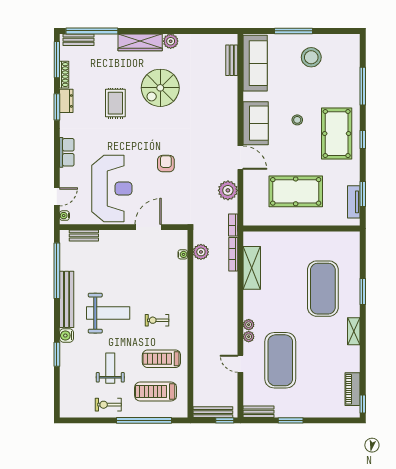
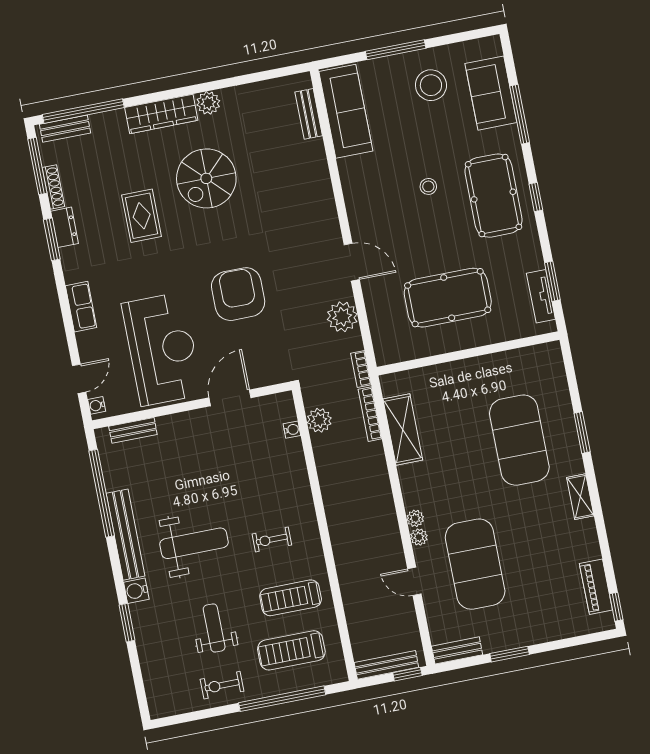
sofa: (256, 123) -> (491, 93), moved, turned 180
armchair: (166, 164) -> (238, 294), width x1.88, depth x1.88

